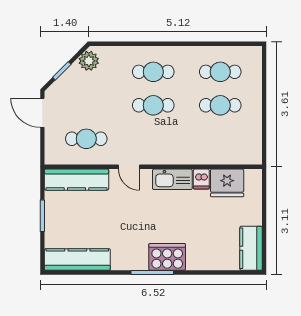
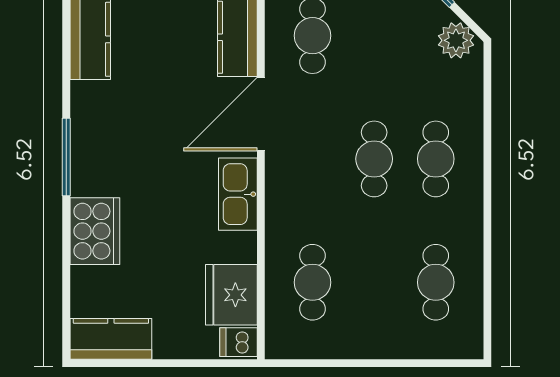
cafe table: (220, 105) -> (312, 282), moved
door: (129, 167) -> (261, 114), width x1.88
dishwasher: (201, 179) -> (238, 342), moved
cooker: (167, 257) -> (95, 231), moved

